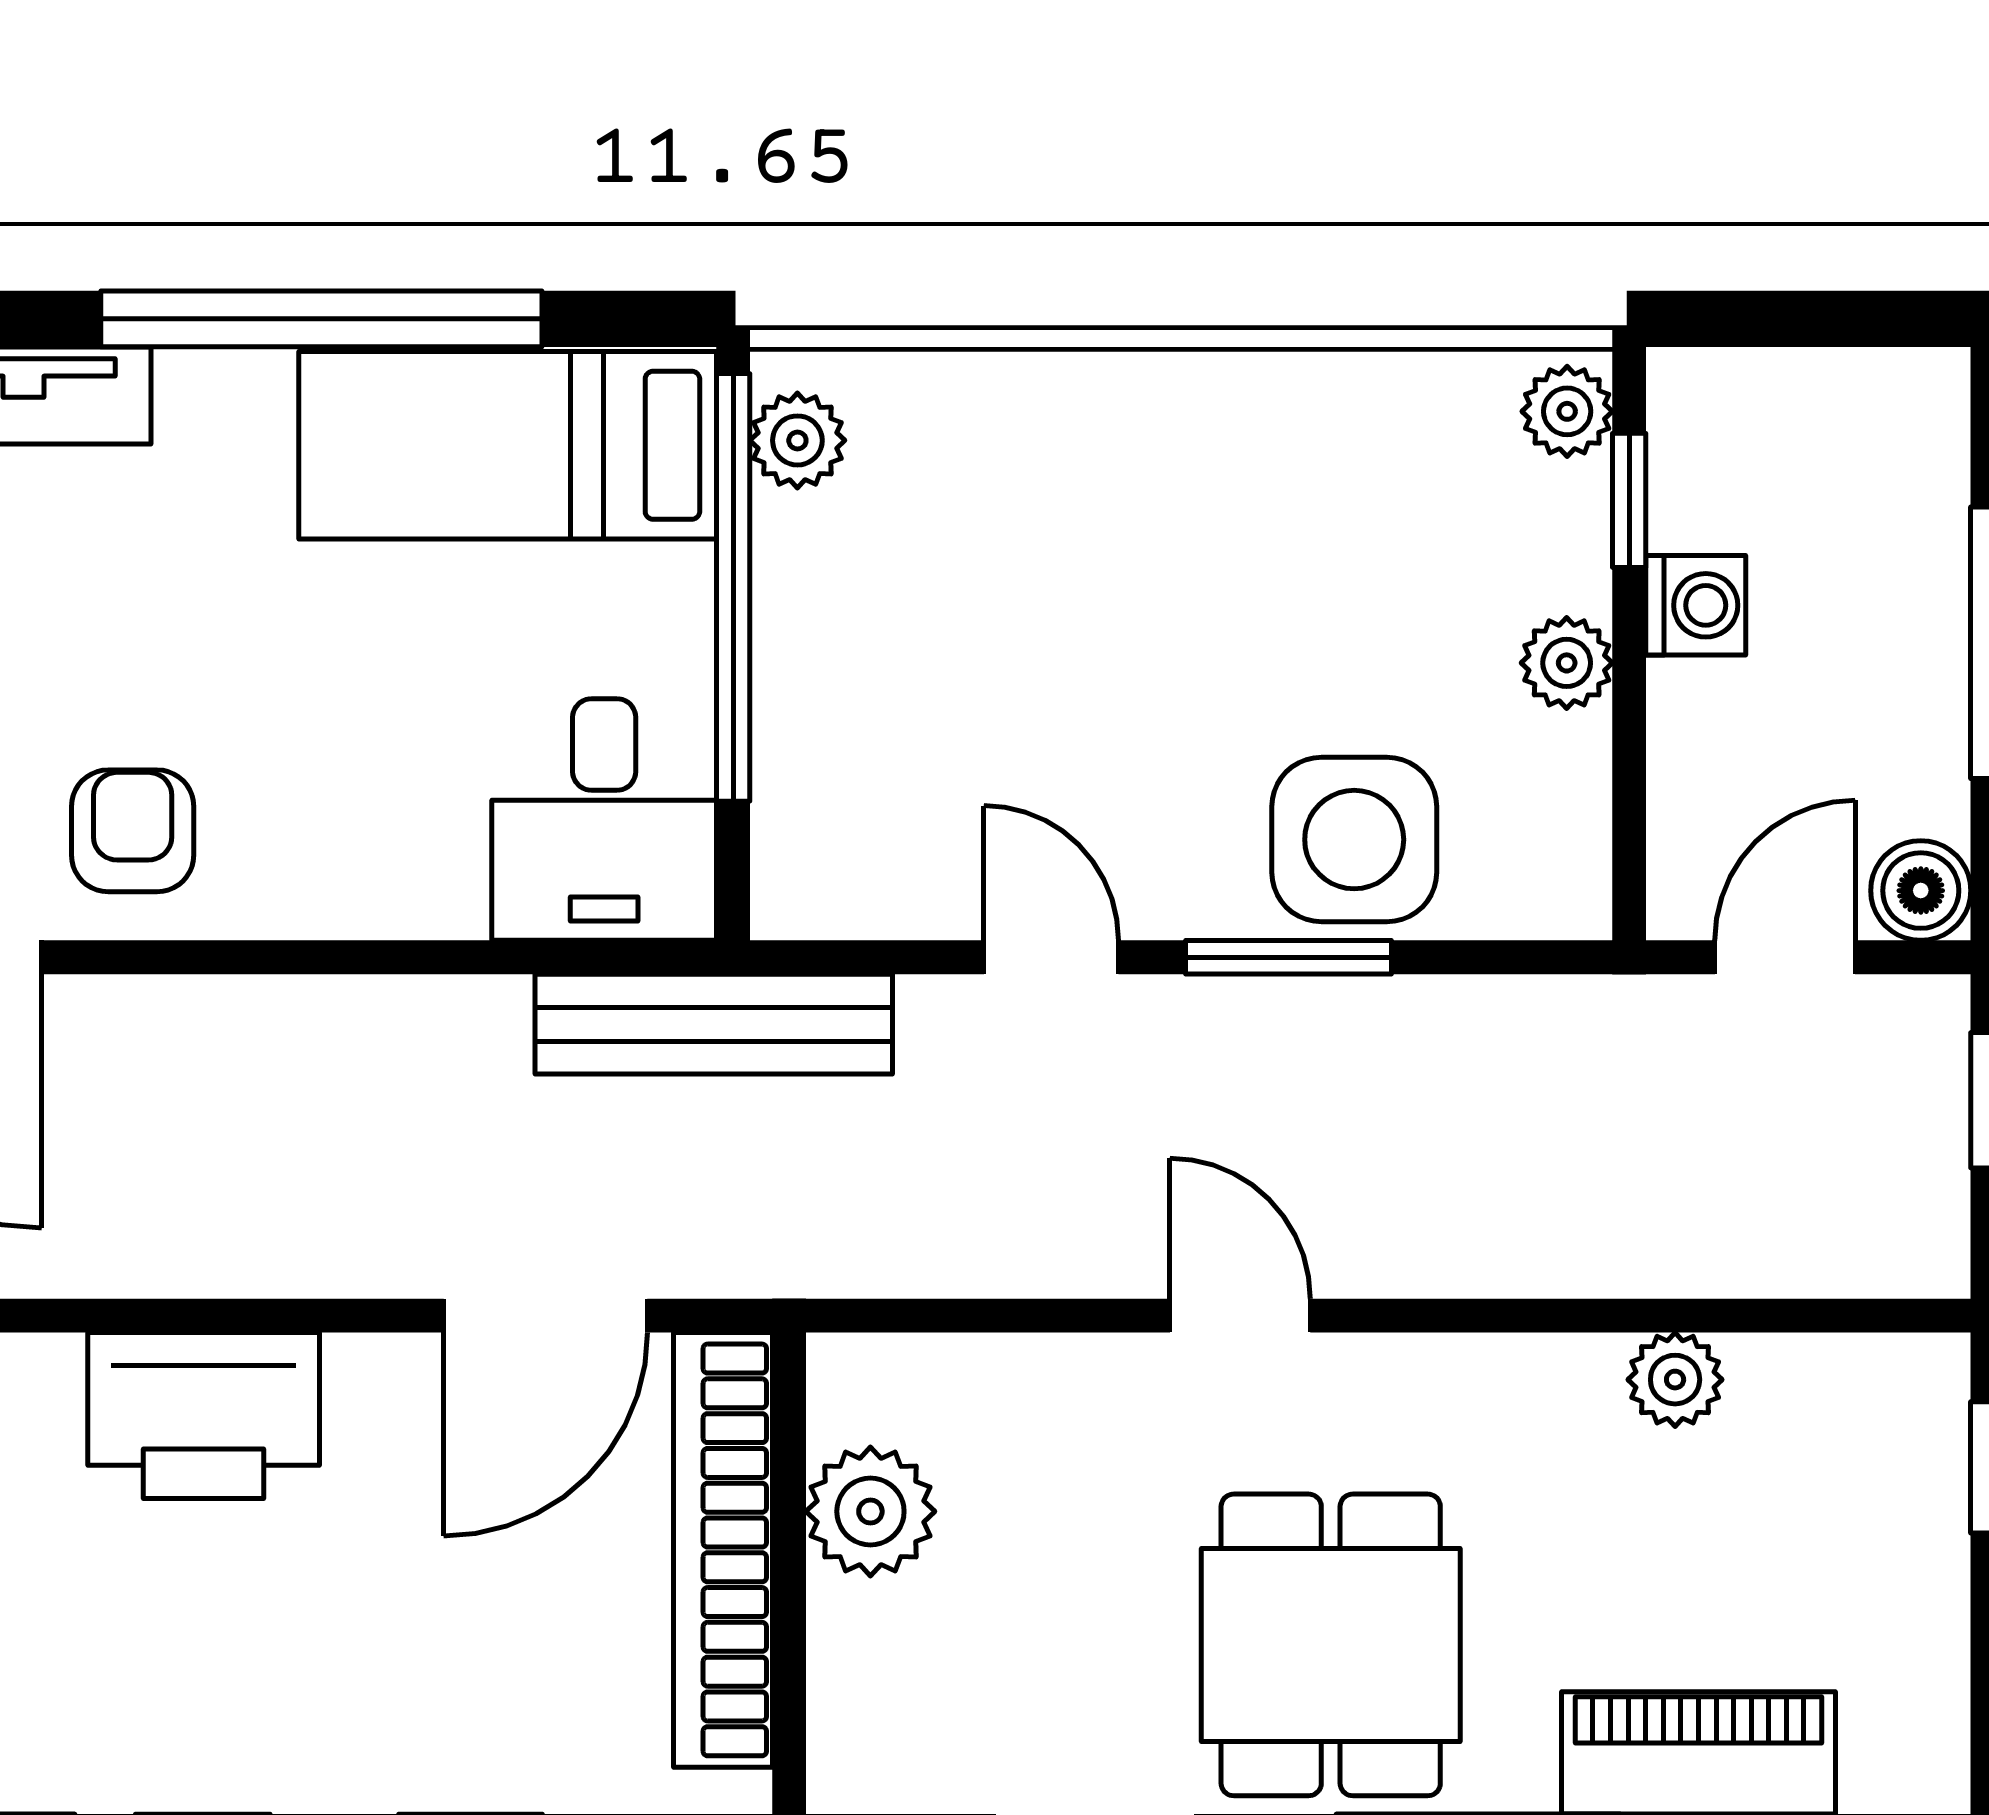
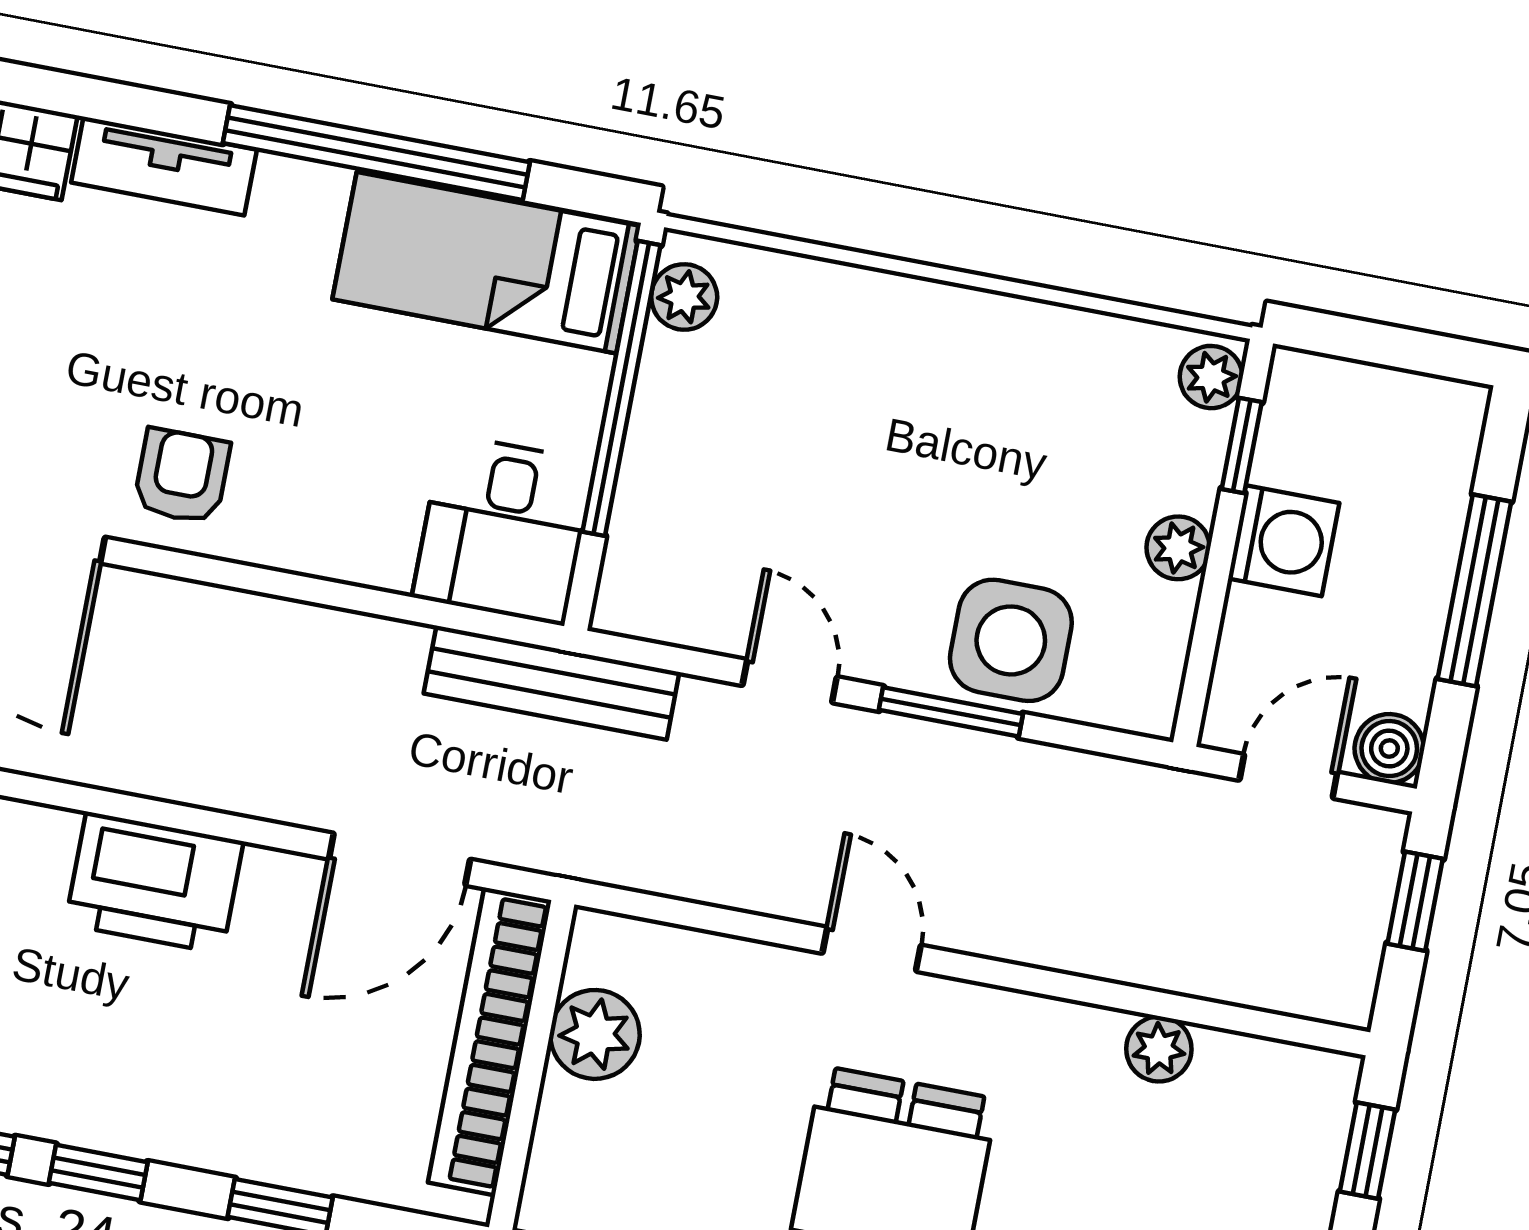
washing machine: (1696, 605) -> (1284, 541), width x1.38, depth x1.38

